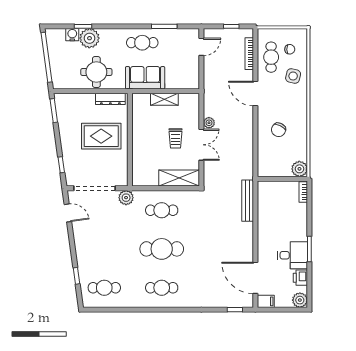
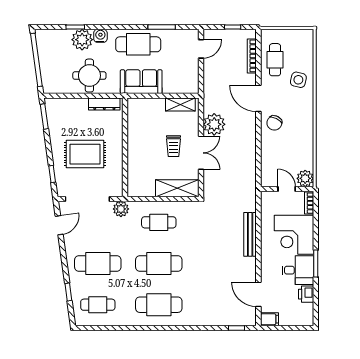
water cooler: (72, 35) -> (100, 36), moved
cafe table: (142, 43) -> (138, 44), width x1.37, depth x1.35
chair: (290, 49) -> (295, 51), removed
shelving: (164, 99) -> (180, 105), moved
plant: (209, 123) -> (214, 124), width x1.87, depth x1.87
chair: (279, 130) -> (274, 123), moved
rug: (101, 136) -> (85, 154), moved
door: (282, 179) -> (287, 189), added
bench: (248, 201) -> (250, 234), moved
door: (68, 213) -> (59, 225), hinge flipped
corner desk: (289, 222) -> (294, 235), added
cafe table: (104, 249) -> (98, 264), added
door: (255, 278) -> (258, 294), width x0.73
cafe table: (162, 288) -> (159, 305), width x1.37, depth x1.35
plant: (300, 300) -> (306, 318), removed

